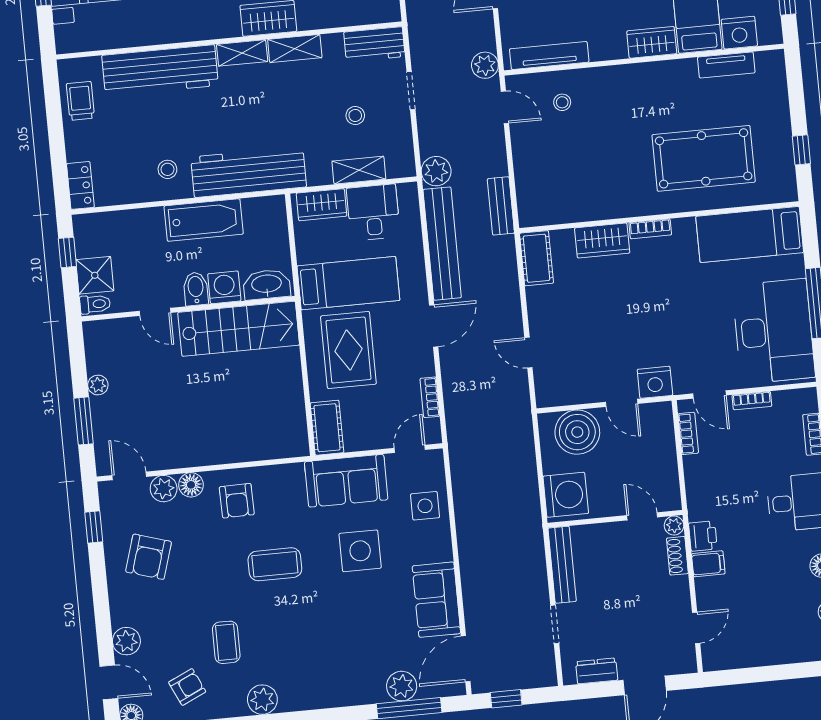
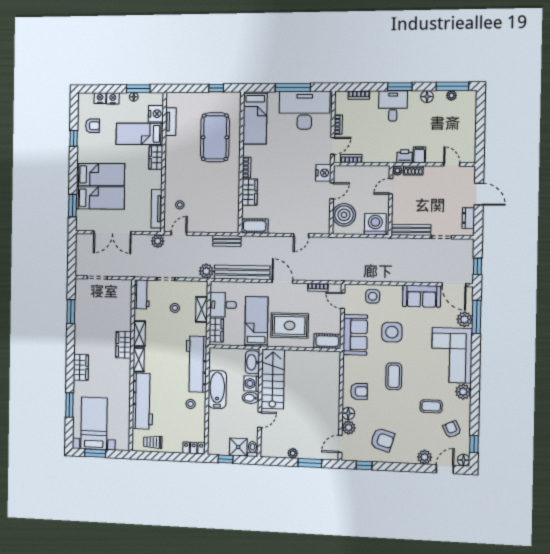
corner sofa: (330, 670) -> (452, 355), added

